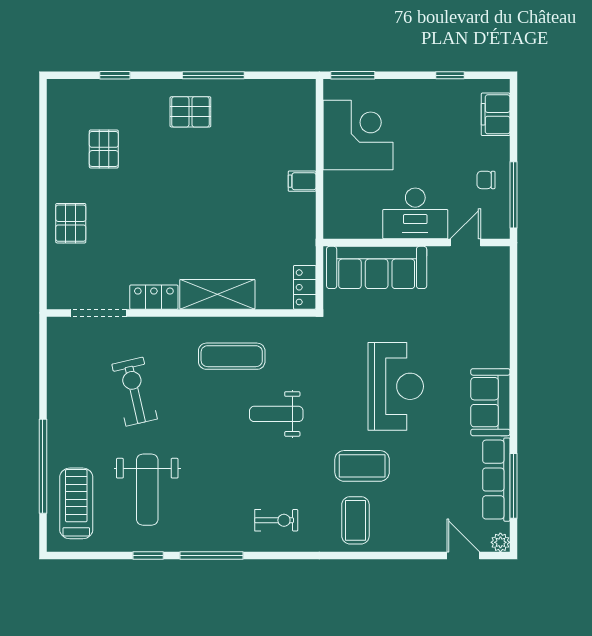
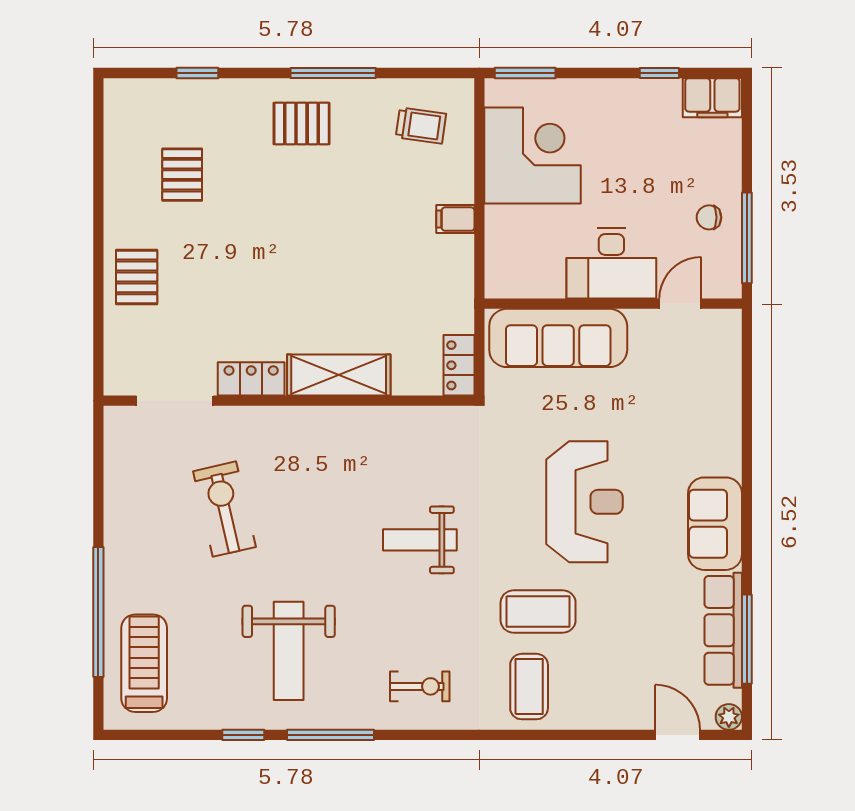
trolley: (277, 113) -> (421, 126), added
filing cabinet: (496, 114) -> (712, 98), moved, turned -90
exercise mat: (232, 356) -> (358, 460), removed
weight bench: (147, 490) -> (289, 651), moved

